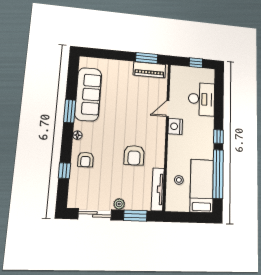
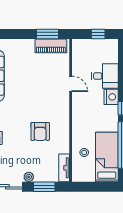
desk: (202, 99) -> (105, 76), width x0.73
door: (168, 109) -> (71, 84), swing flipped
nightstand: (175, 126) -> (111, 97), moved, turned 180
tv unit: (158, 189) -> (64, 168), width x0.71

